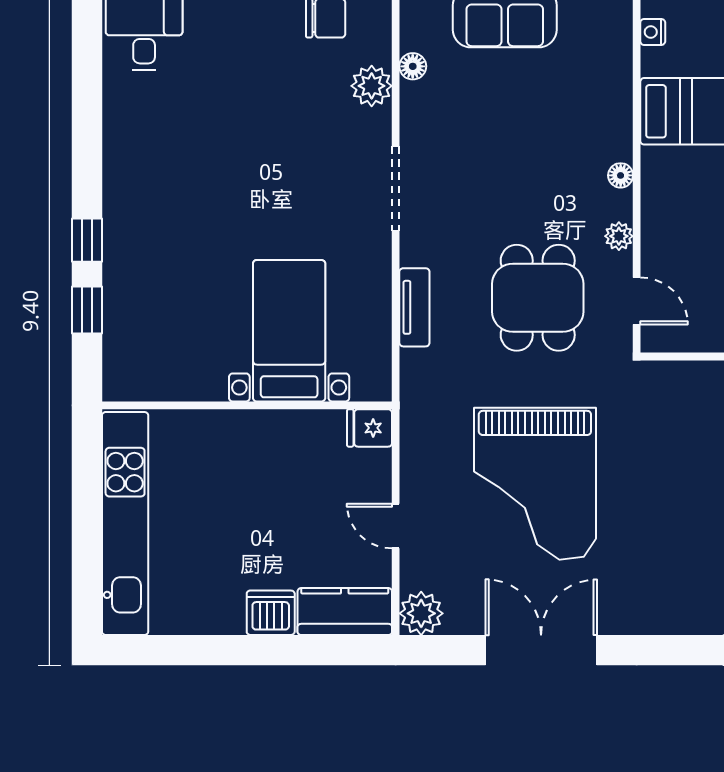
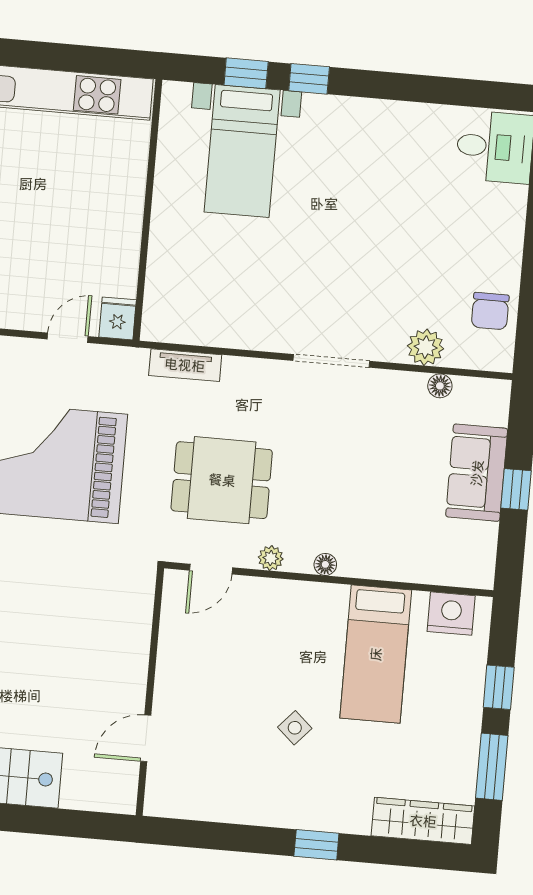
nightstand: (653, 32) -> (451, 614), width x1.89, depth x1.79
tv unit: (414, 307) -> (185, 365), moved
bed with nightstands: (289, 331) -> (242, 151), moved, turned 90
door: (396, 526) -> (68, 338), moved

